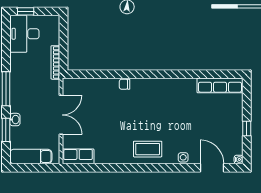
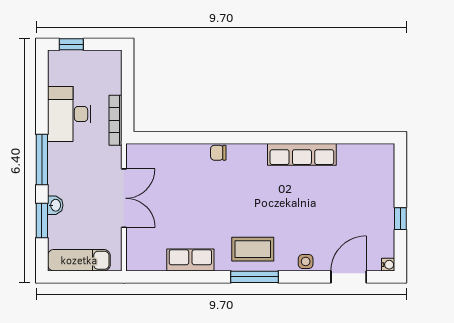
desk: (24, 34) -> (69, 114), moved
row of seats: (220, 85) -> (302, 154), moved
row of seats: (78, 156) -> (190, 260), moved
window: (149, 168) -> (254, 277), added
door: (212, 168) -> (349, 277), hinge flipped

